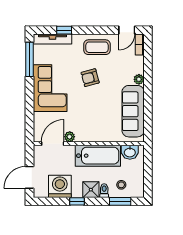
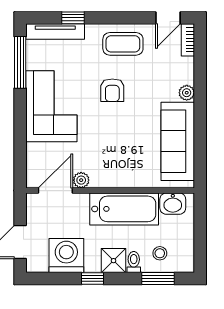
armchair: (90, 78) -> (112, 90), turned -75

